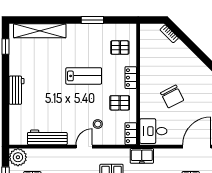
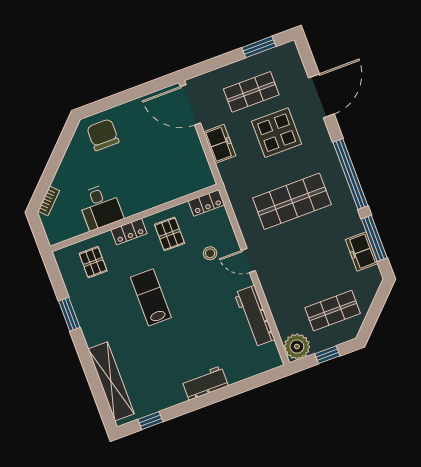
chair: (172, 96) -> (103, 135), moved, turned -63
desk: (153, 131) -> (100, 207), moved
freezer: (142, 156) -> (220, 144), moved

